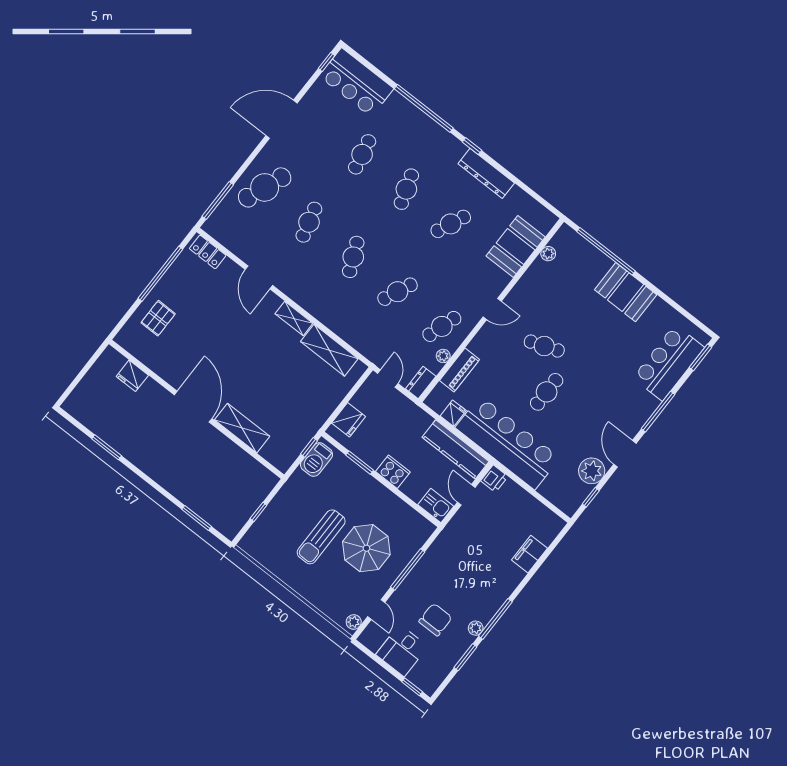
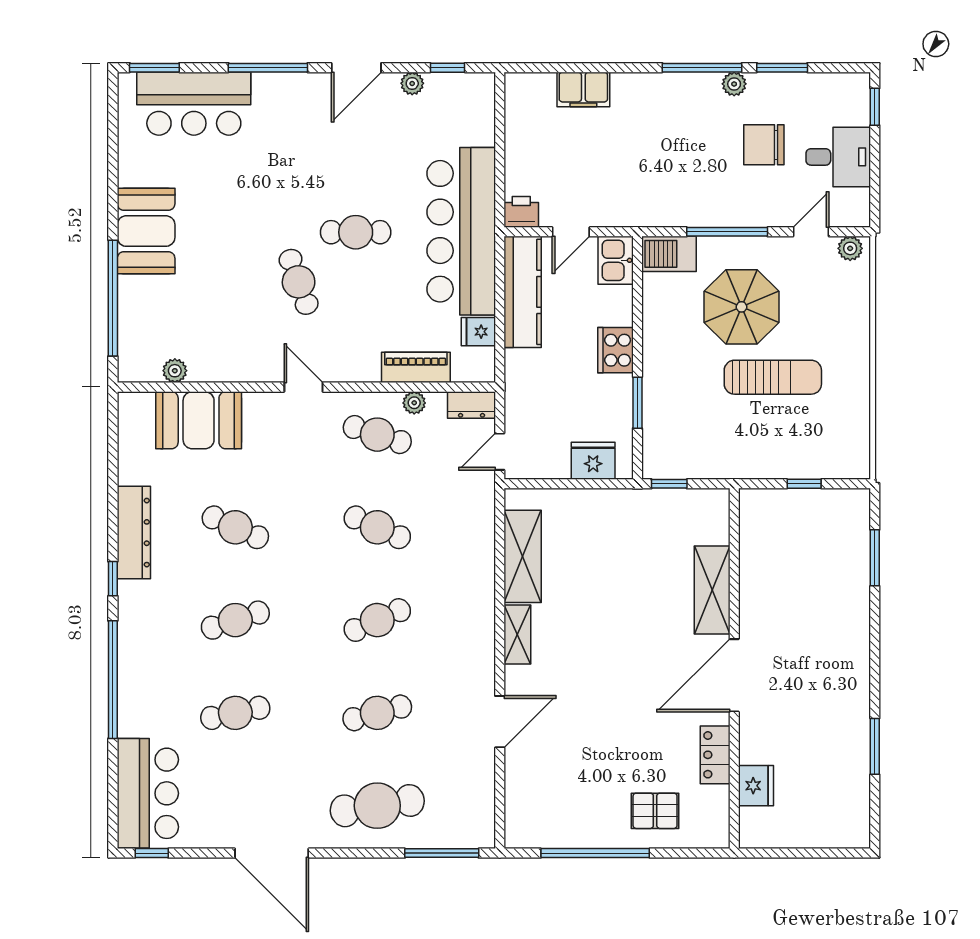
cafe table: (265, 187) -> (377, 806), turned -30
locker: (208, 252) -> (715, 755), moved, turned 180
barbecue: (317, 460) -> (669, 254), moved, turned 180
plant: (592, 471) -> (412, 83), width x0.53, depth x0.53

